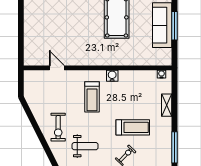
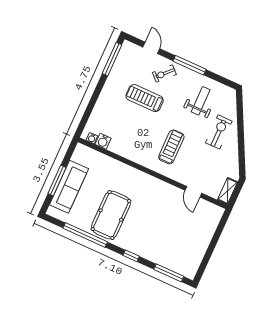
water cooler: (112, 76) -> (103, 141), moved
shelving: (167, 105) -> (228, 191), moved
weight bench: (85, 146) -> (201, 101), turned 90

